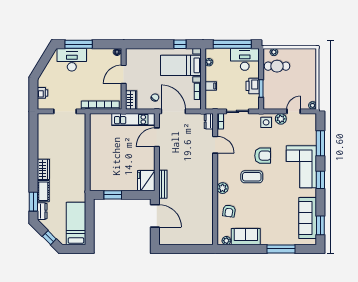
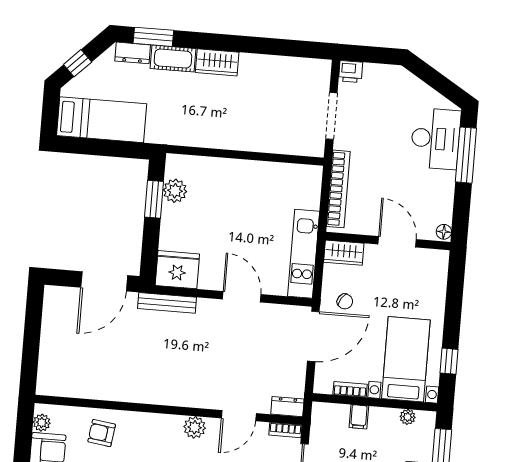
printer: (42, 93) -> (351, 72), moved
door: (157, 137) -> (242, 297), moved
plant: (108, 185) -> (175, 191), added
plant: (223, 188) -> (195, 427), moved

